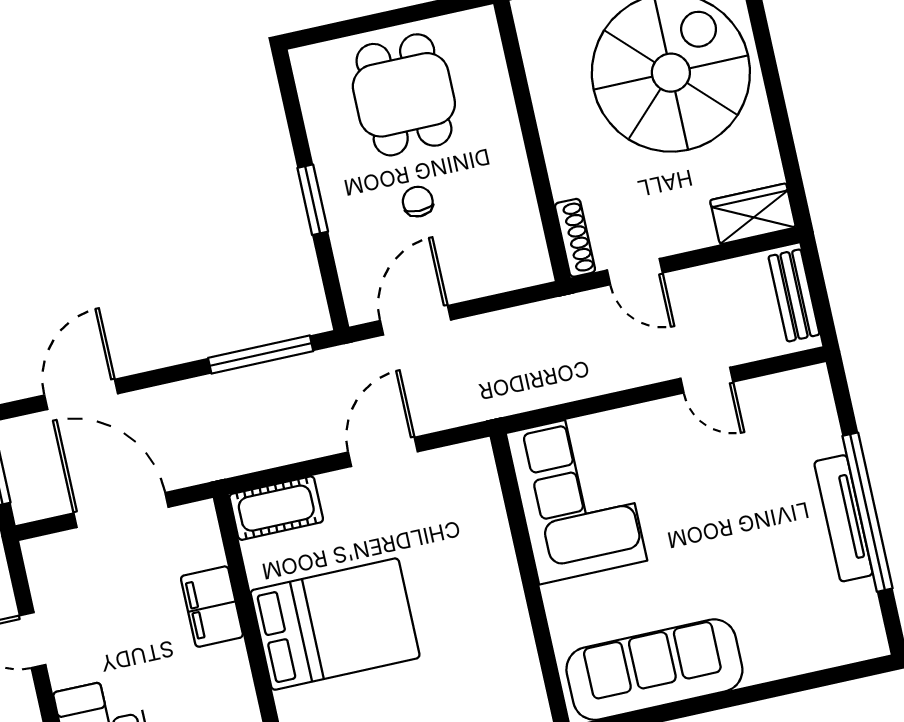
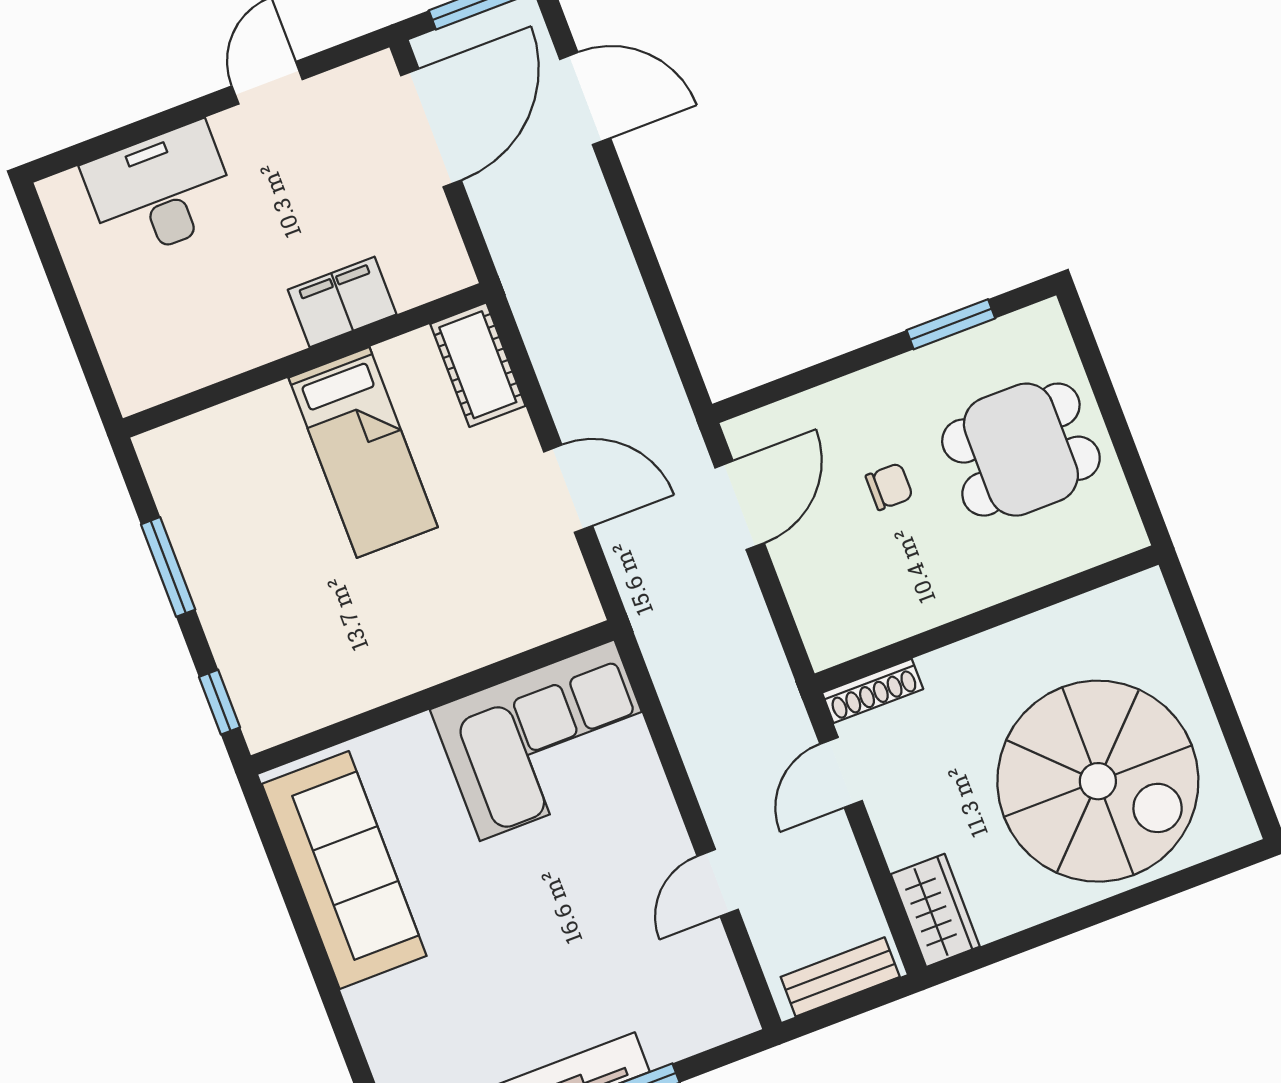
window: (313, 200) -> (951, 324), moved
door: (415, 320) -> (740, 505), hinge flipped
window: (261, 355) -> (668, 317), removed
door: (121, 510) -> (431, 128), moved
bed: (335, 624) -> (363, 452), width x0.67

